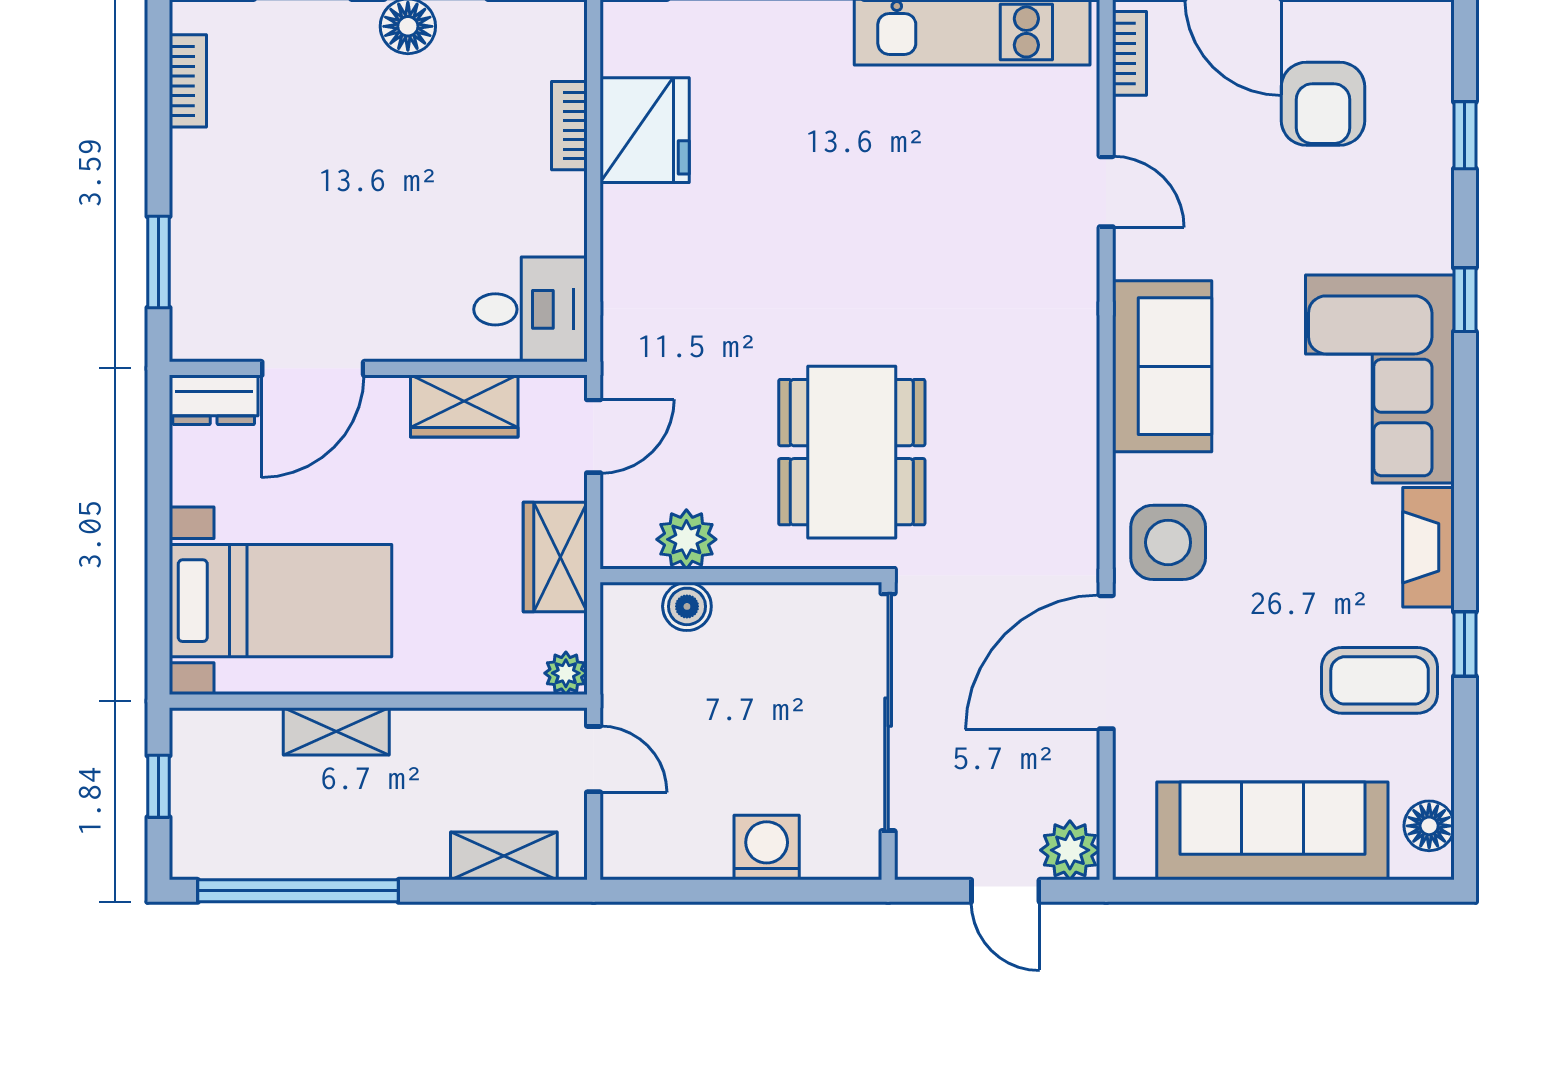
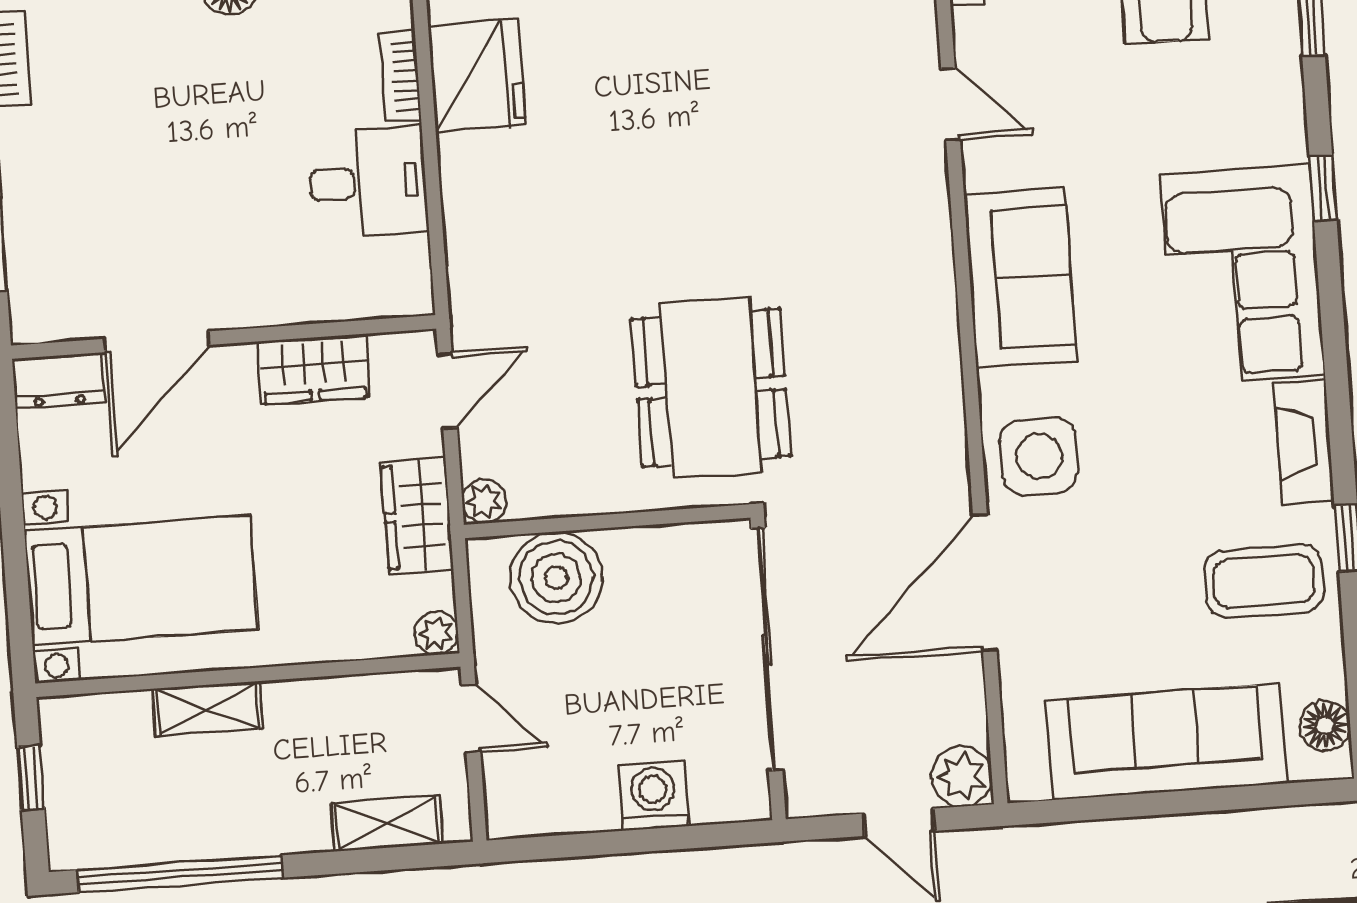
desk: (530, 309) -> (368, 182), moved
plant: (686, 539) -> (484, 501), moved, width x0.73, depth x0.73
boiler: (687, 606) -> (556, 578), width x1.86, depth x1.86

